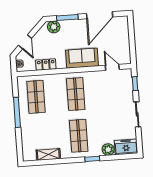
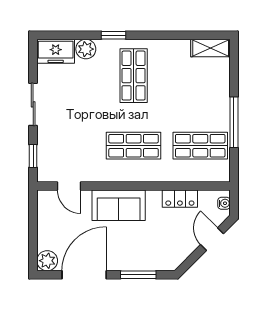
plant: (54, 27) -> (47, 261), moved
shop shelf: (76, 94) -> (134, 146), turned 90
shop shelf: (36, 97) -> (200, 146), turned 90
shelving: (48, 154) -> (211, 48), moved

